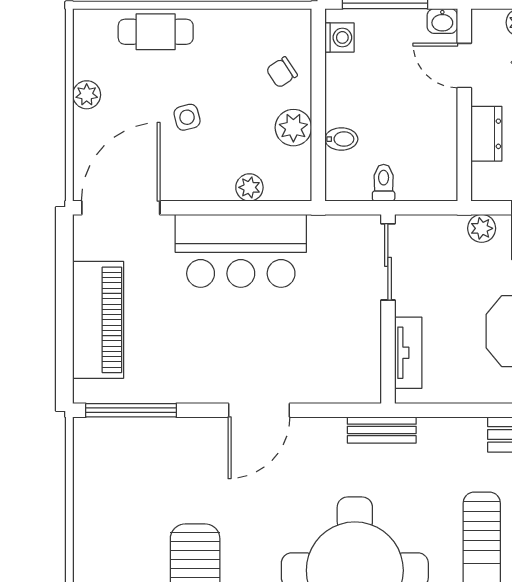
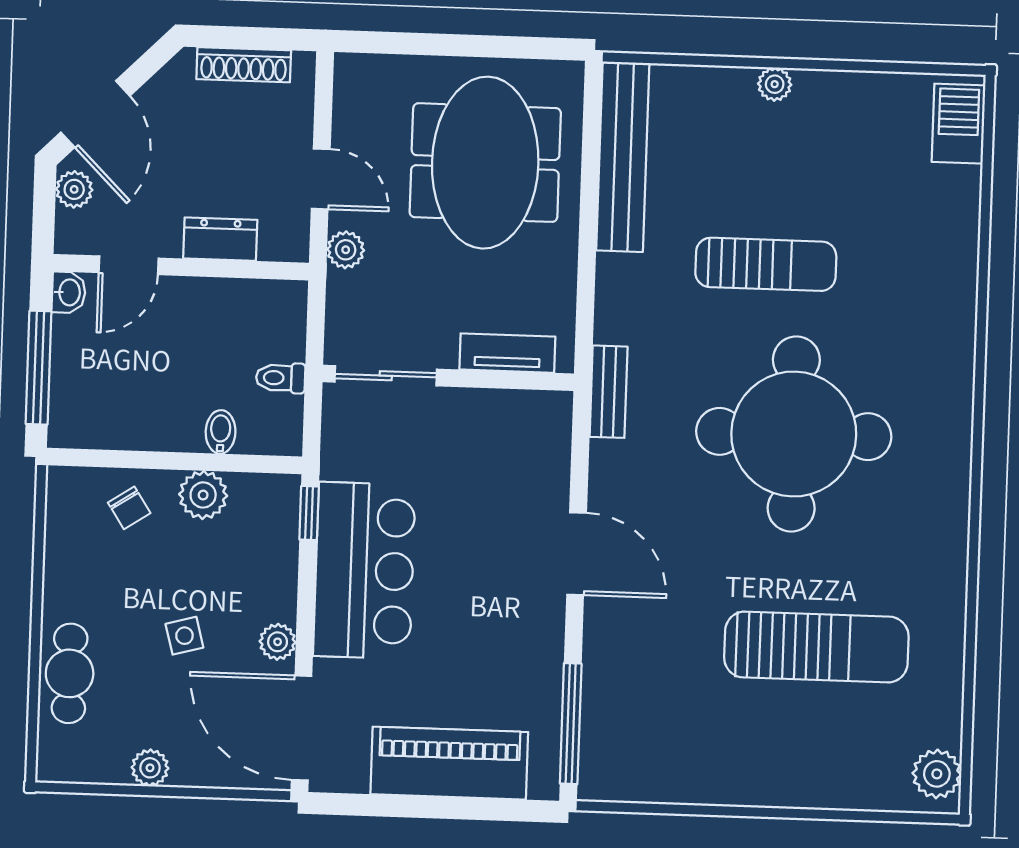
washing machine: (339, 37) -> (86, 430), removed
plant: (249, 187) -> (278, 642), moved
window: (283, 208) -> (309, 513), added

